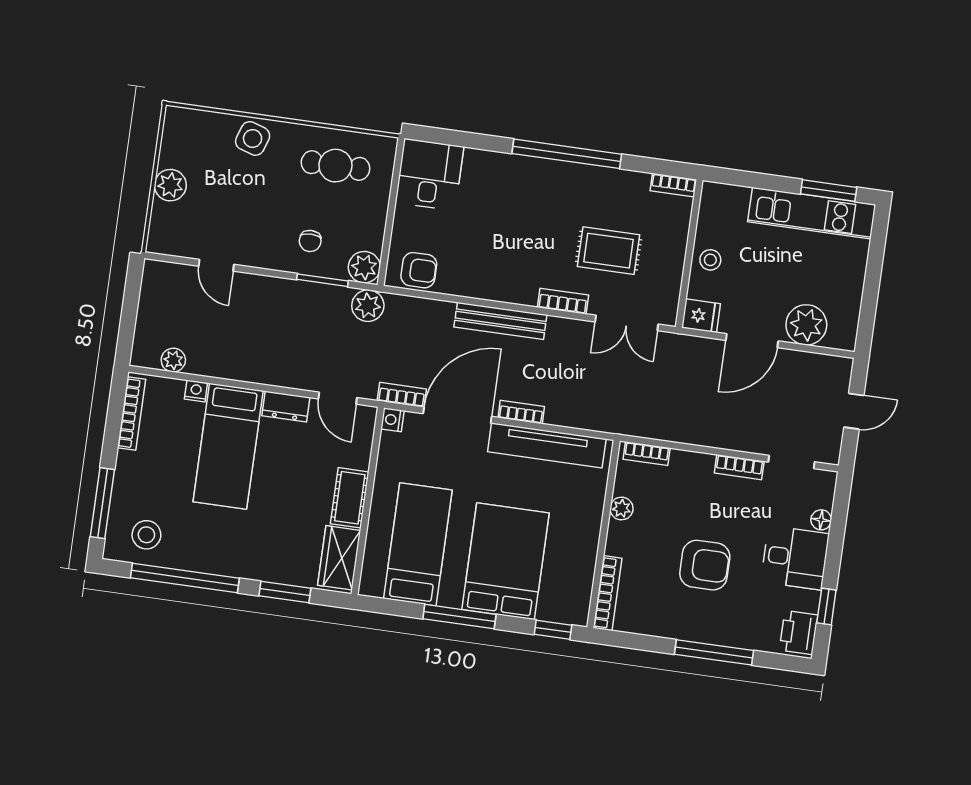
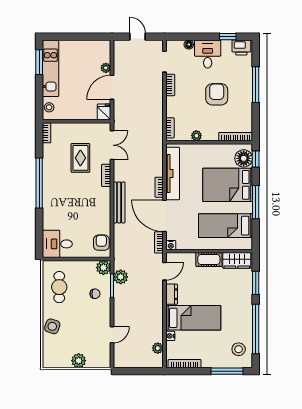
stool: (710, 260) -> (49, 107), moved
plant: (368, 306) -> (121, 277), moved
plant: (806, 325) -> (106, 68), width x0.53, depth x0.53
door: (752, 341) -> (112, 87), swing flipped
floor lamp: (558, 604) -> (244, 158), added

